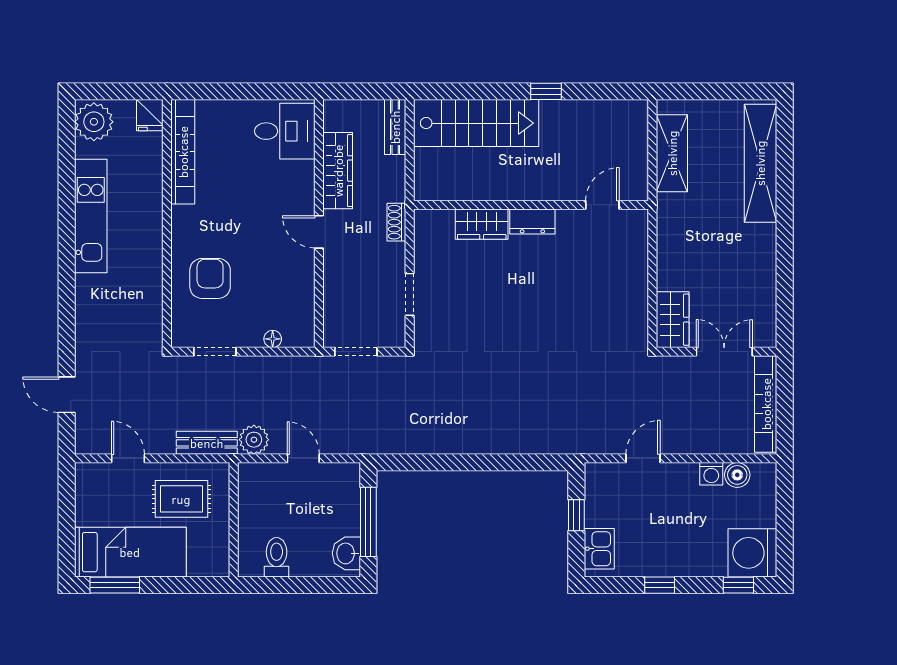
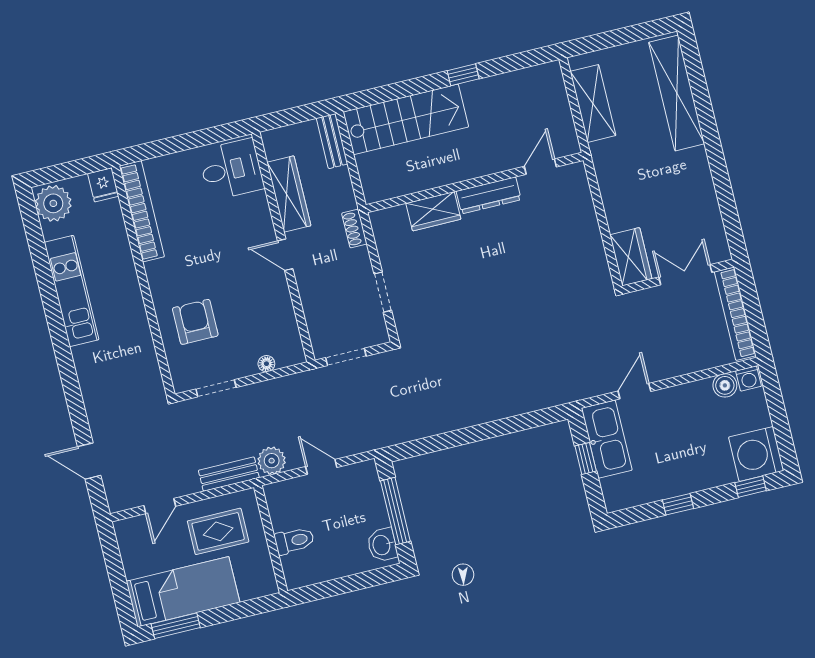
dresser: (532, 221) -> (489, 195), width x1.44
door: (128, 458) -> (160, 506), swing flipped
washing machine: (711, 474) -> (749, 378), moved
kitchen sink: (599, 549) -> (607, 439), moved, width x1.87, depth x1.24
toilet: (277, 557) -> (294, 541), moved, turned 90

